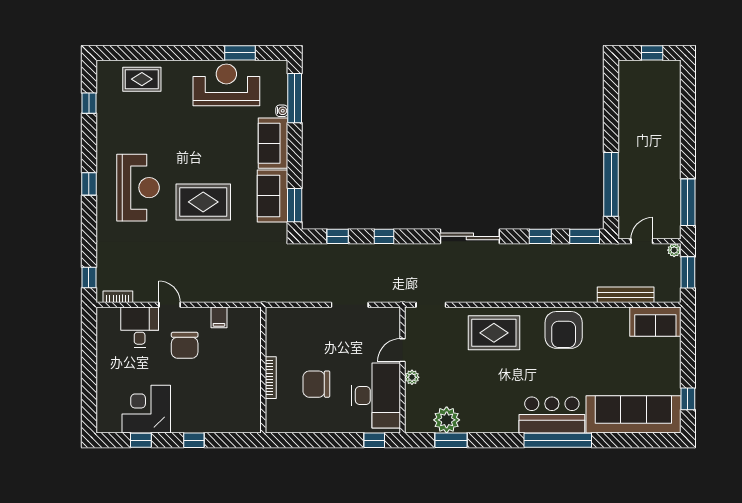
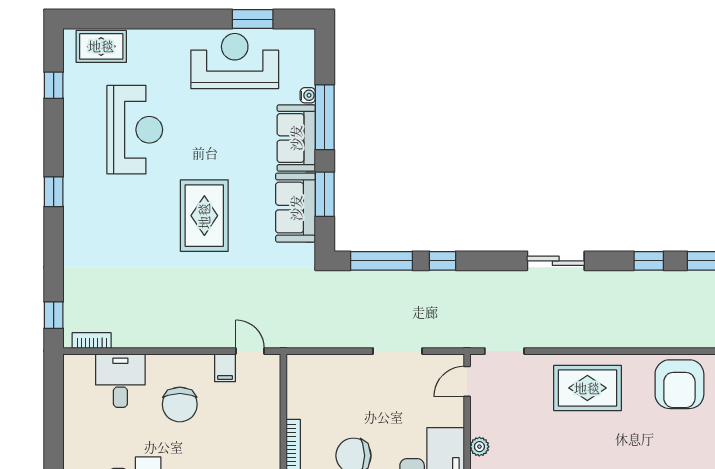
rug: (142, 79) -> (101, 46), moved
window: (295, 98) -> (325, 117), moved
reception desk: (138, 188) -> (135, 130), moved
rug: (203, 202) -> (204, 216), turned 90
window: (295, 205) -> (325, 194), moved
window: (338, 236) -> (381, 261), width x2.17
sliding door: (470, 236) -> (556, 261), width x0.73
door: (170, 305) -> (250, 351), moved
door: (403, 350) -> (467, 381), moved

